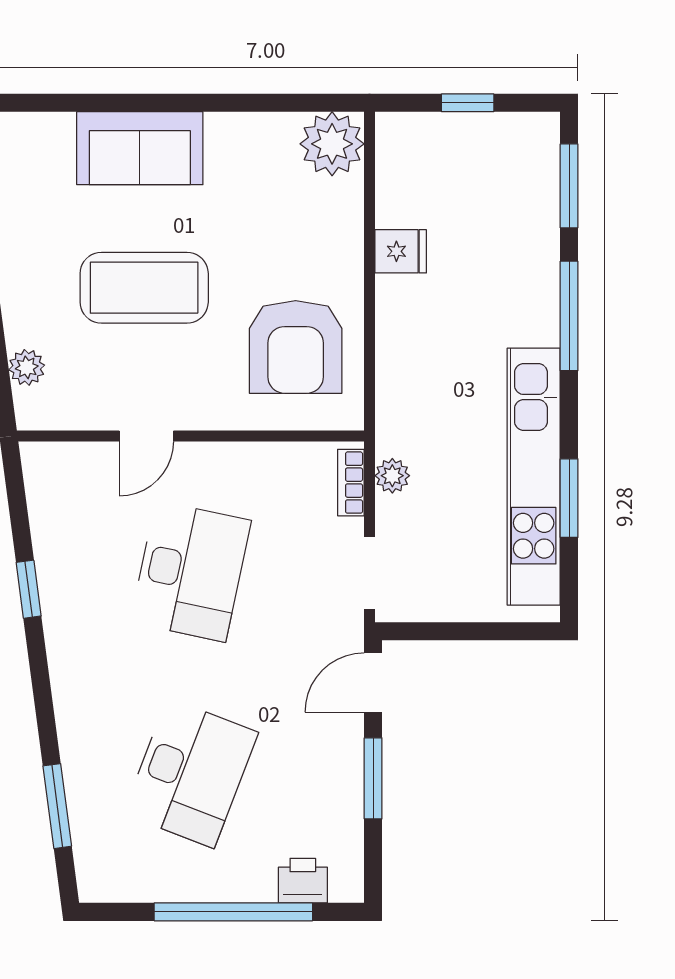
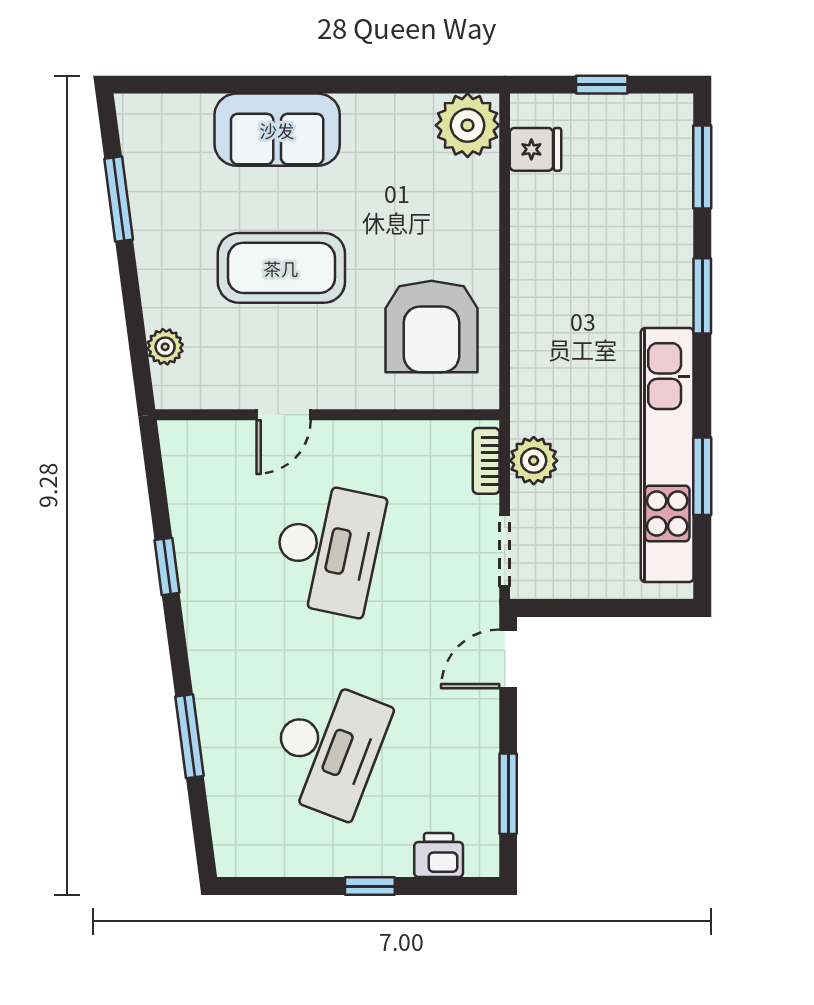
fridge: (401, 251) -> (535, 149), moved
window: (569, 316) -> (702, 296), width x0.69
plant: (392, 476) -> (534, 461), width x1.38, depth x1.38
window: (373, 778) -> (508, 794), moved
window: (57, 806) -> (189, 736), moved
window: (233, 912) -> (370, 886), width x0.32

